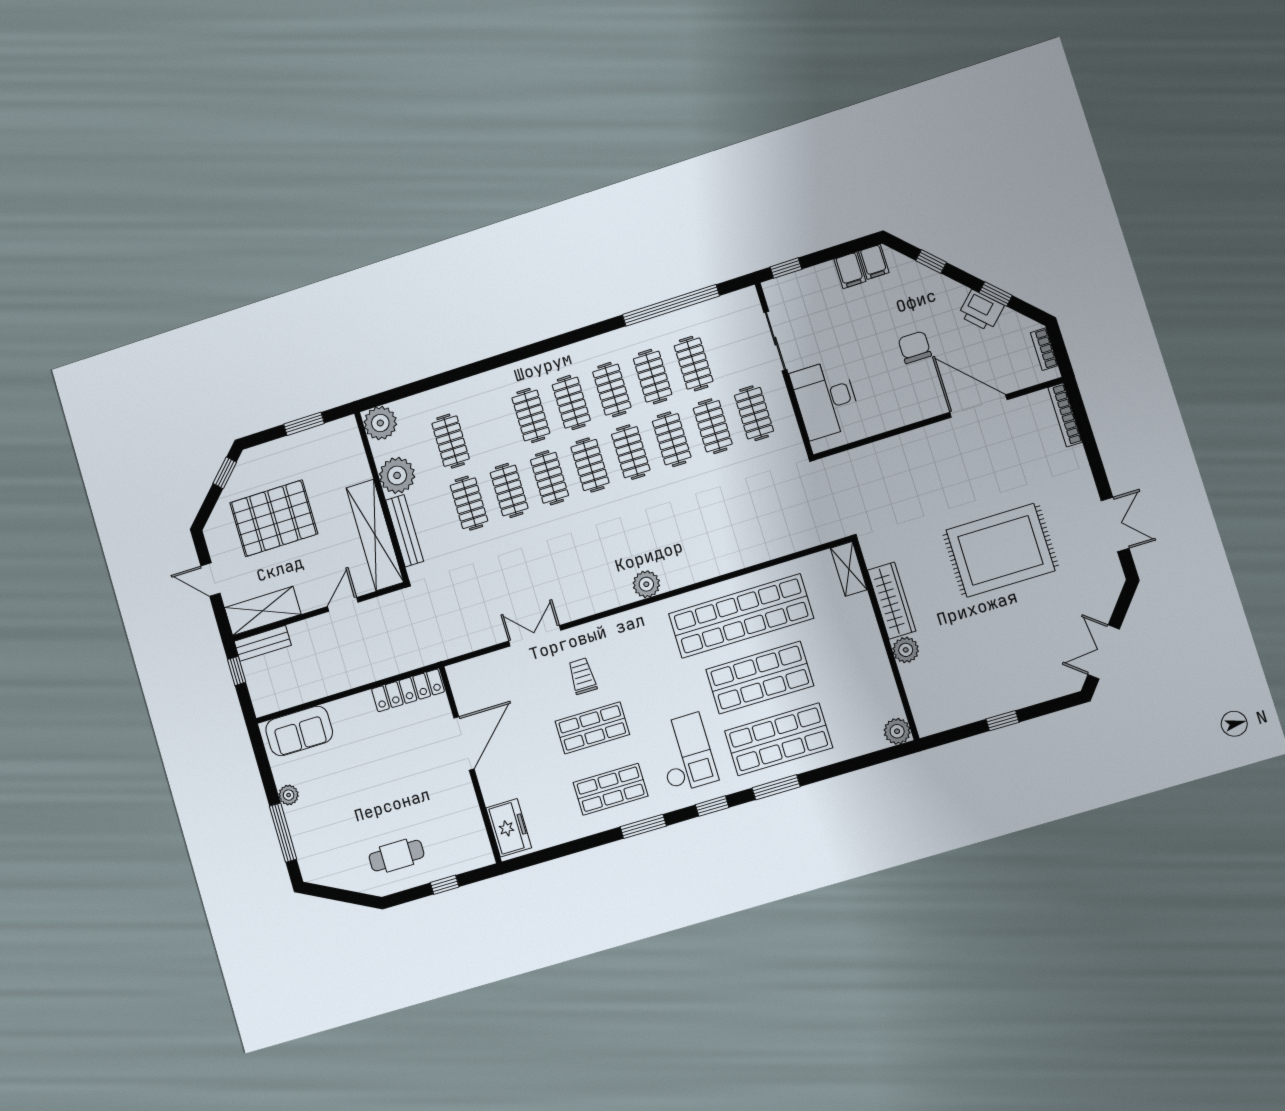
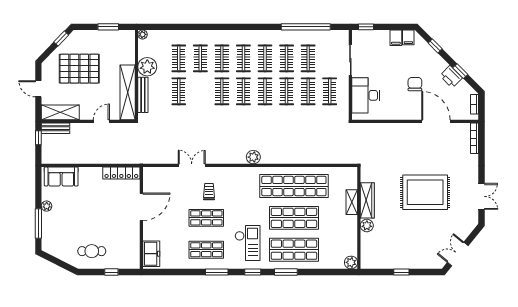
plant: (380, 423) -> (143, 34), width x0.53, depth x0.53
clothes rail: (509, 491) -> (200, 58), moved
shelving: (849, 569) -> (352, 202), moved

